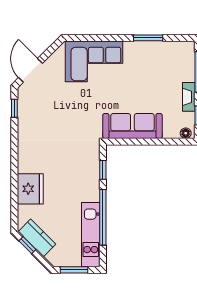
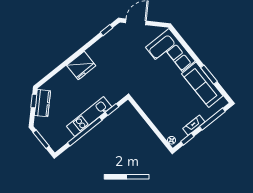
sofa: (132, 126) -> (202, 85), moved, turned 180
fridge: (30, 189) -> (81, 65), moved
kitchen unit: (91, 235) -> (89, 116), moved

